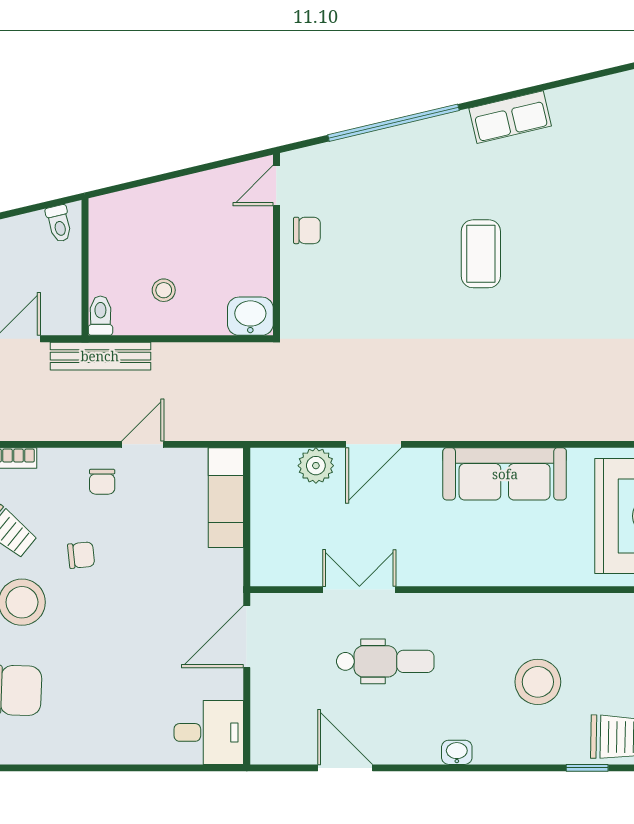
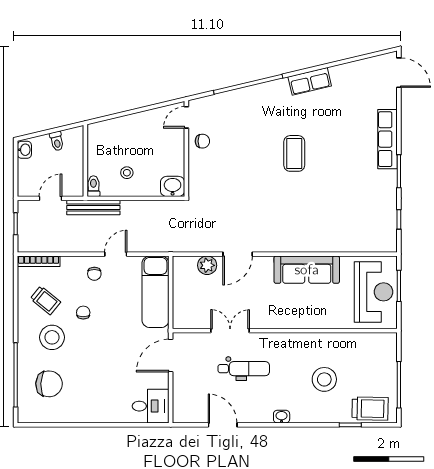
toilet: (59, 224) -> (57, 141), moved
exam couch: (226, 498) -> (155, 292), width x1.36, depth x1.45
chair: (81, 555) -> (83, 313), turned -84

